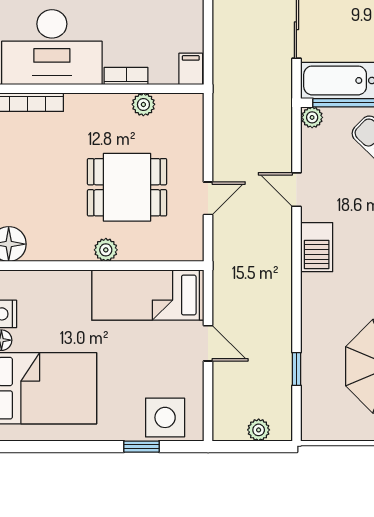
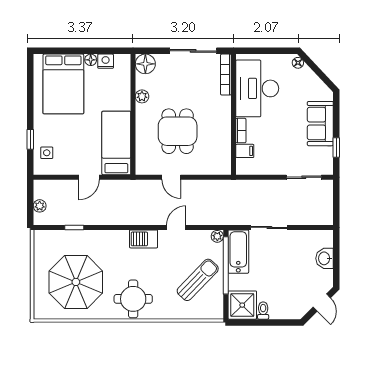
filing cabinet: (191, 69) -> (245, 151), moved
plant: (143, 104) -> (225, 140), removed
plant: (106, 250) -> (142, 96), moved
side table: (165, 417) -> (47, 153), width x0.54, depth x0.54

